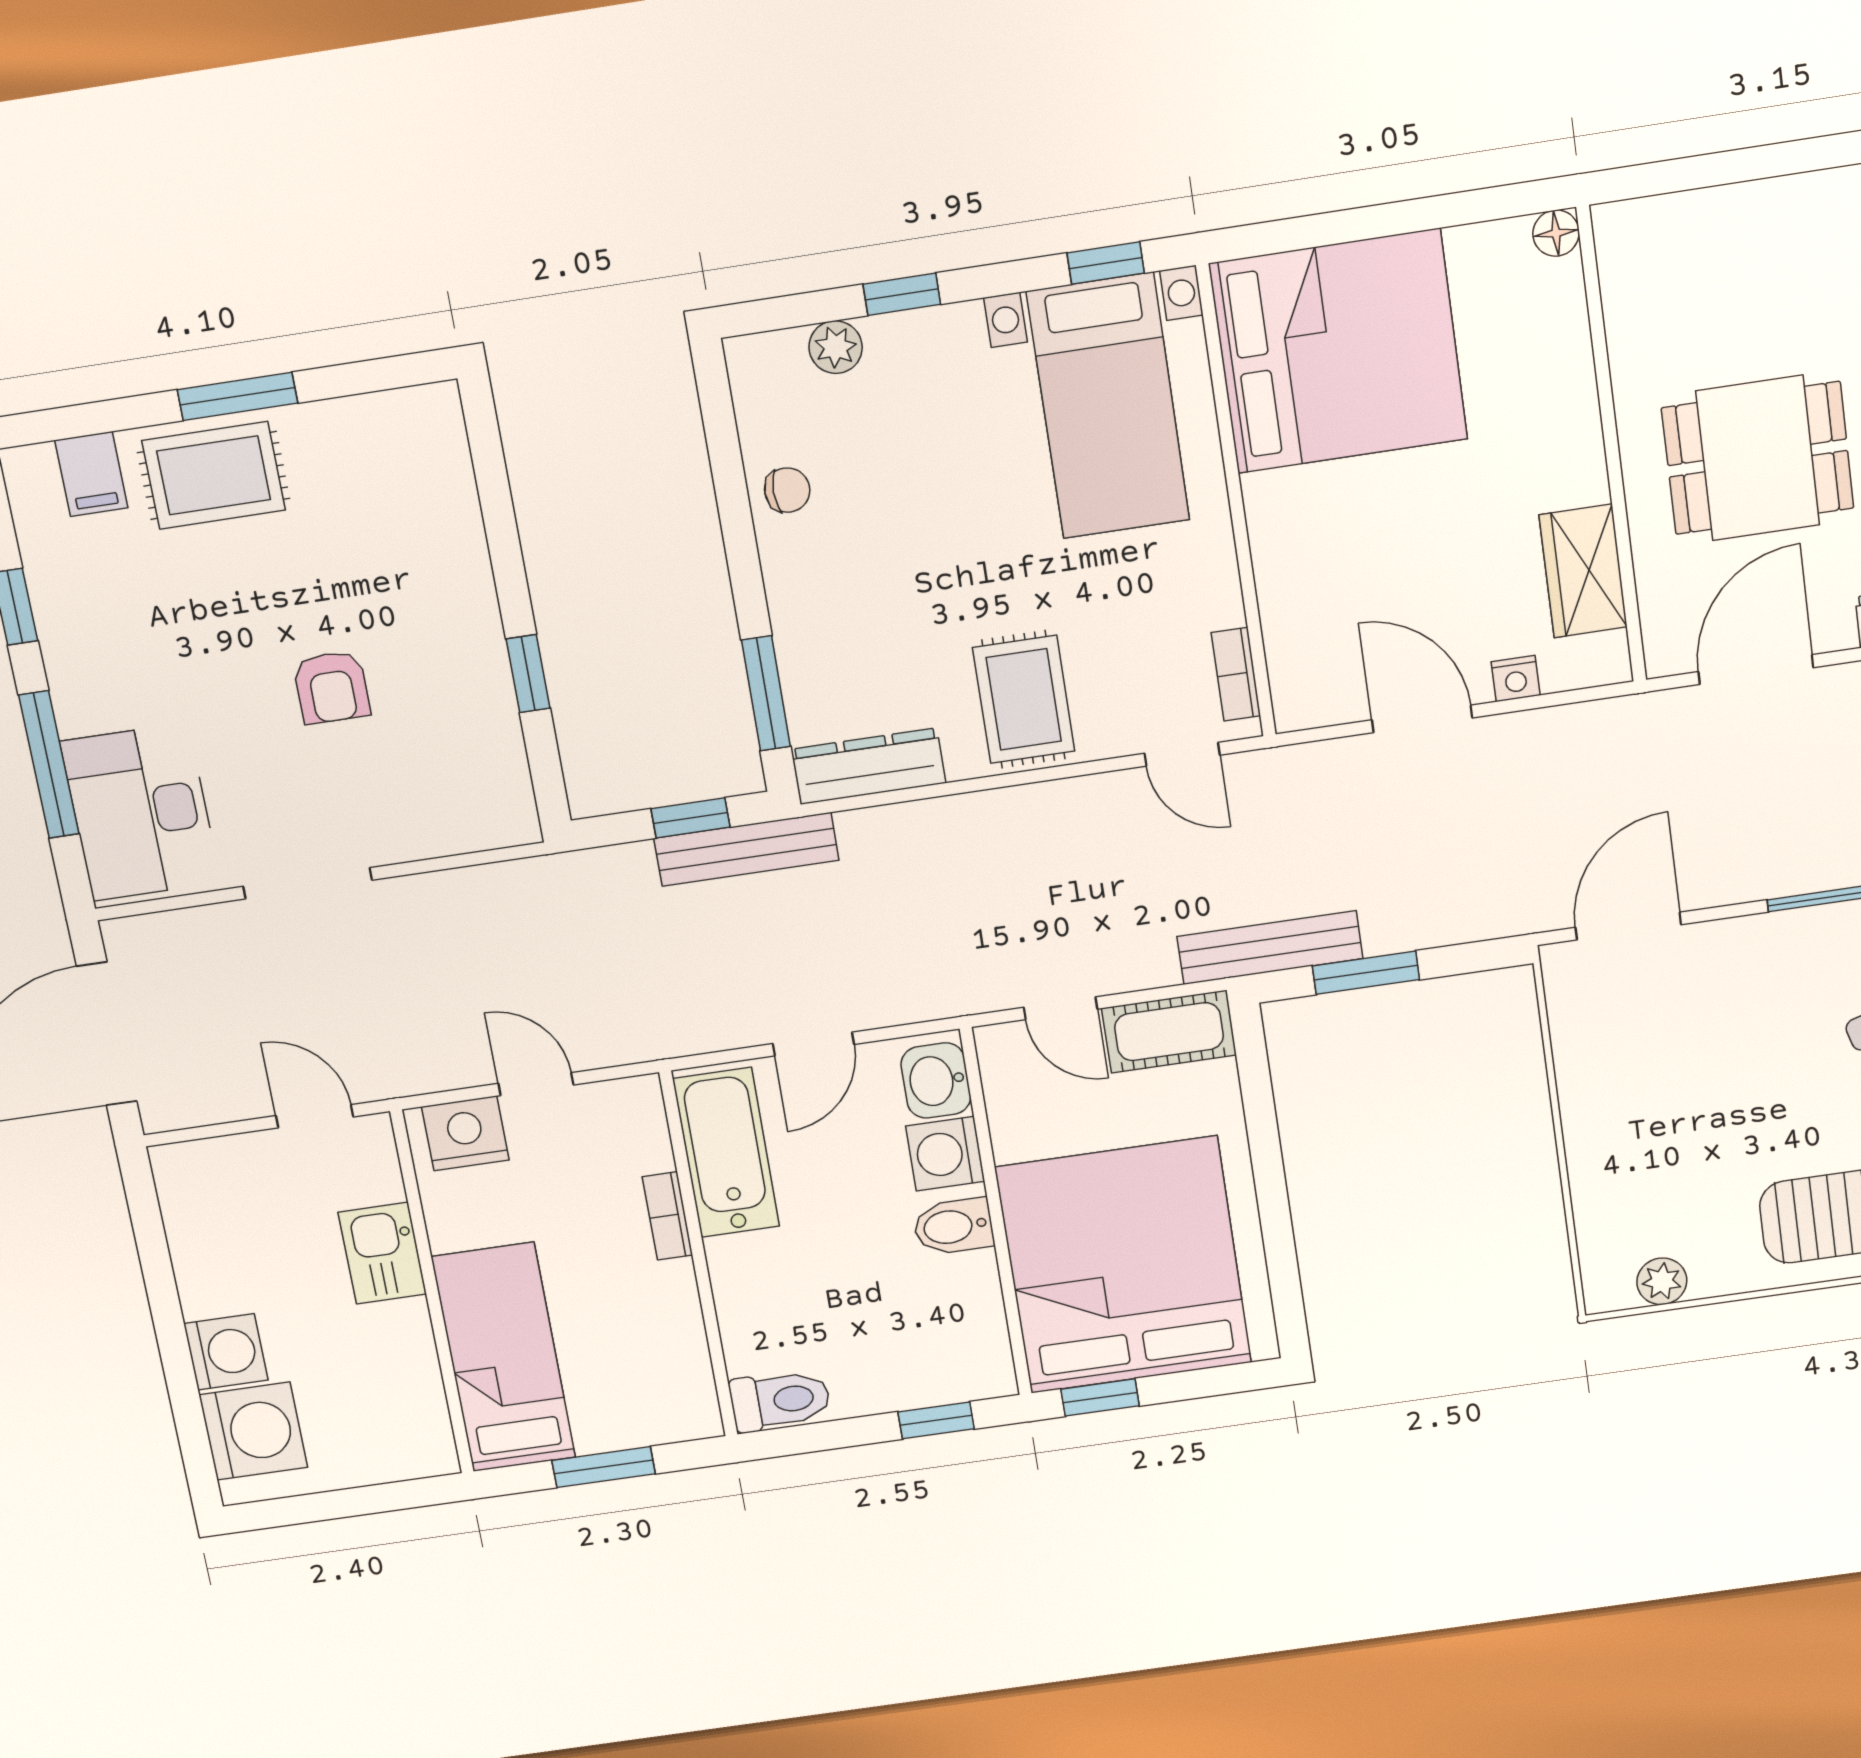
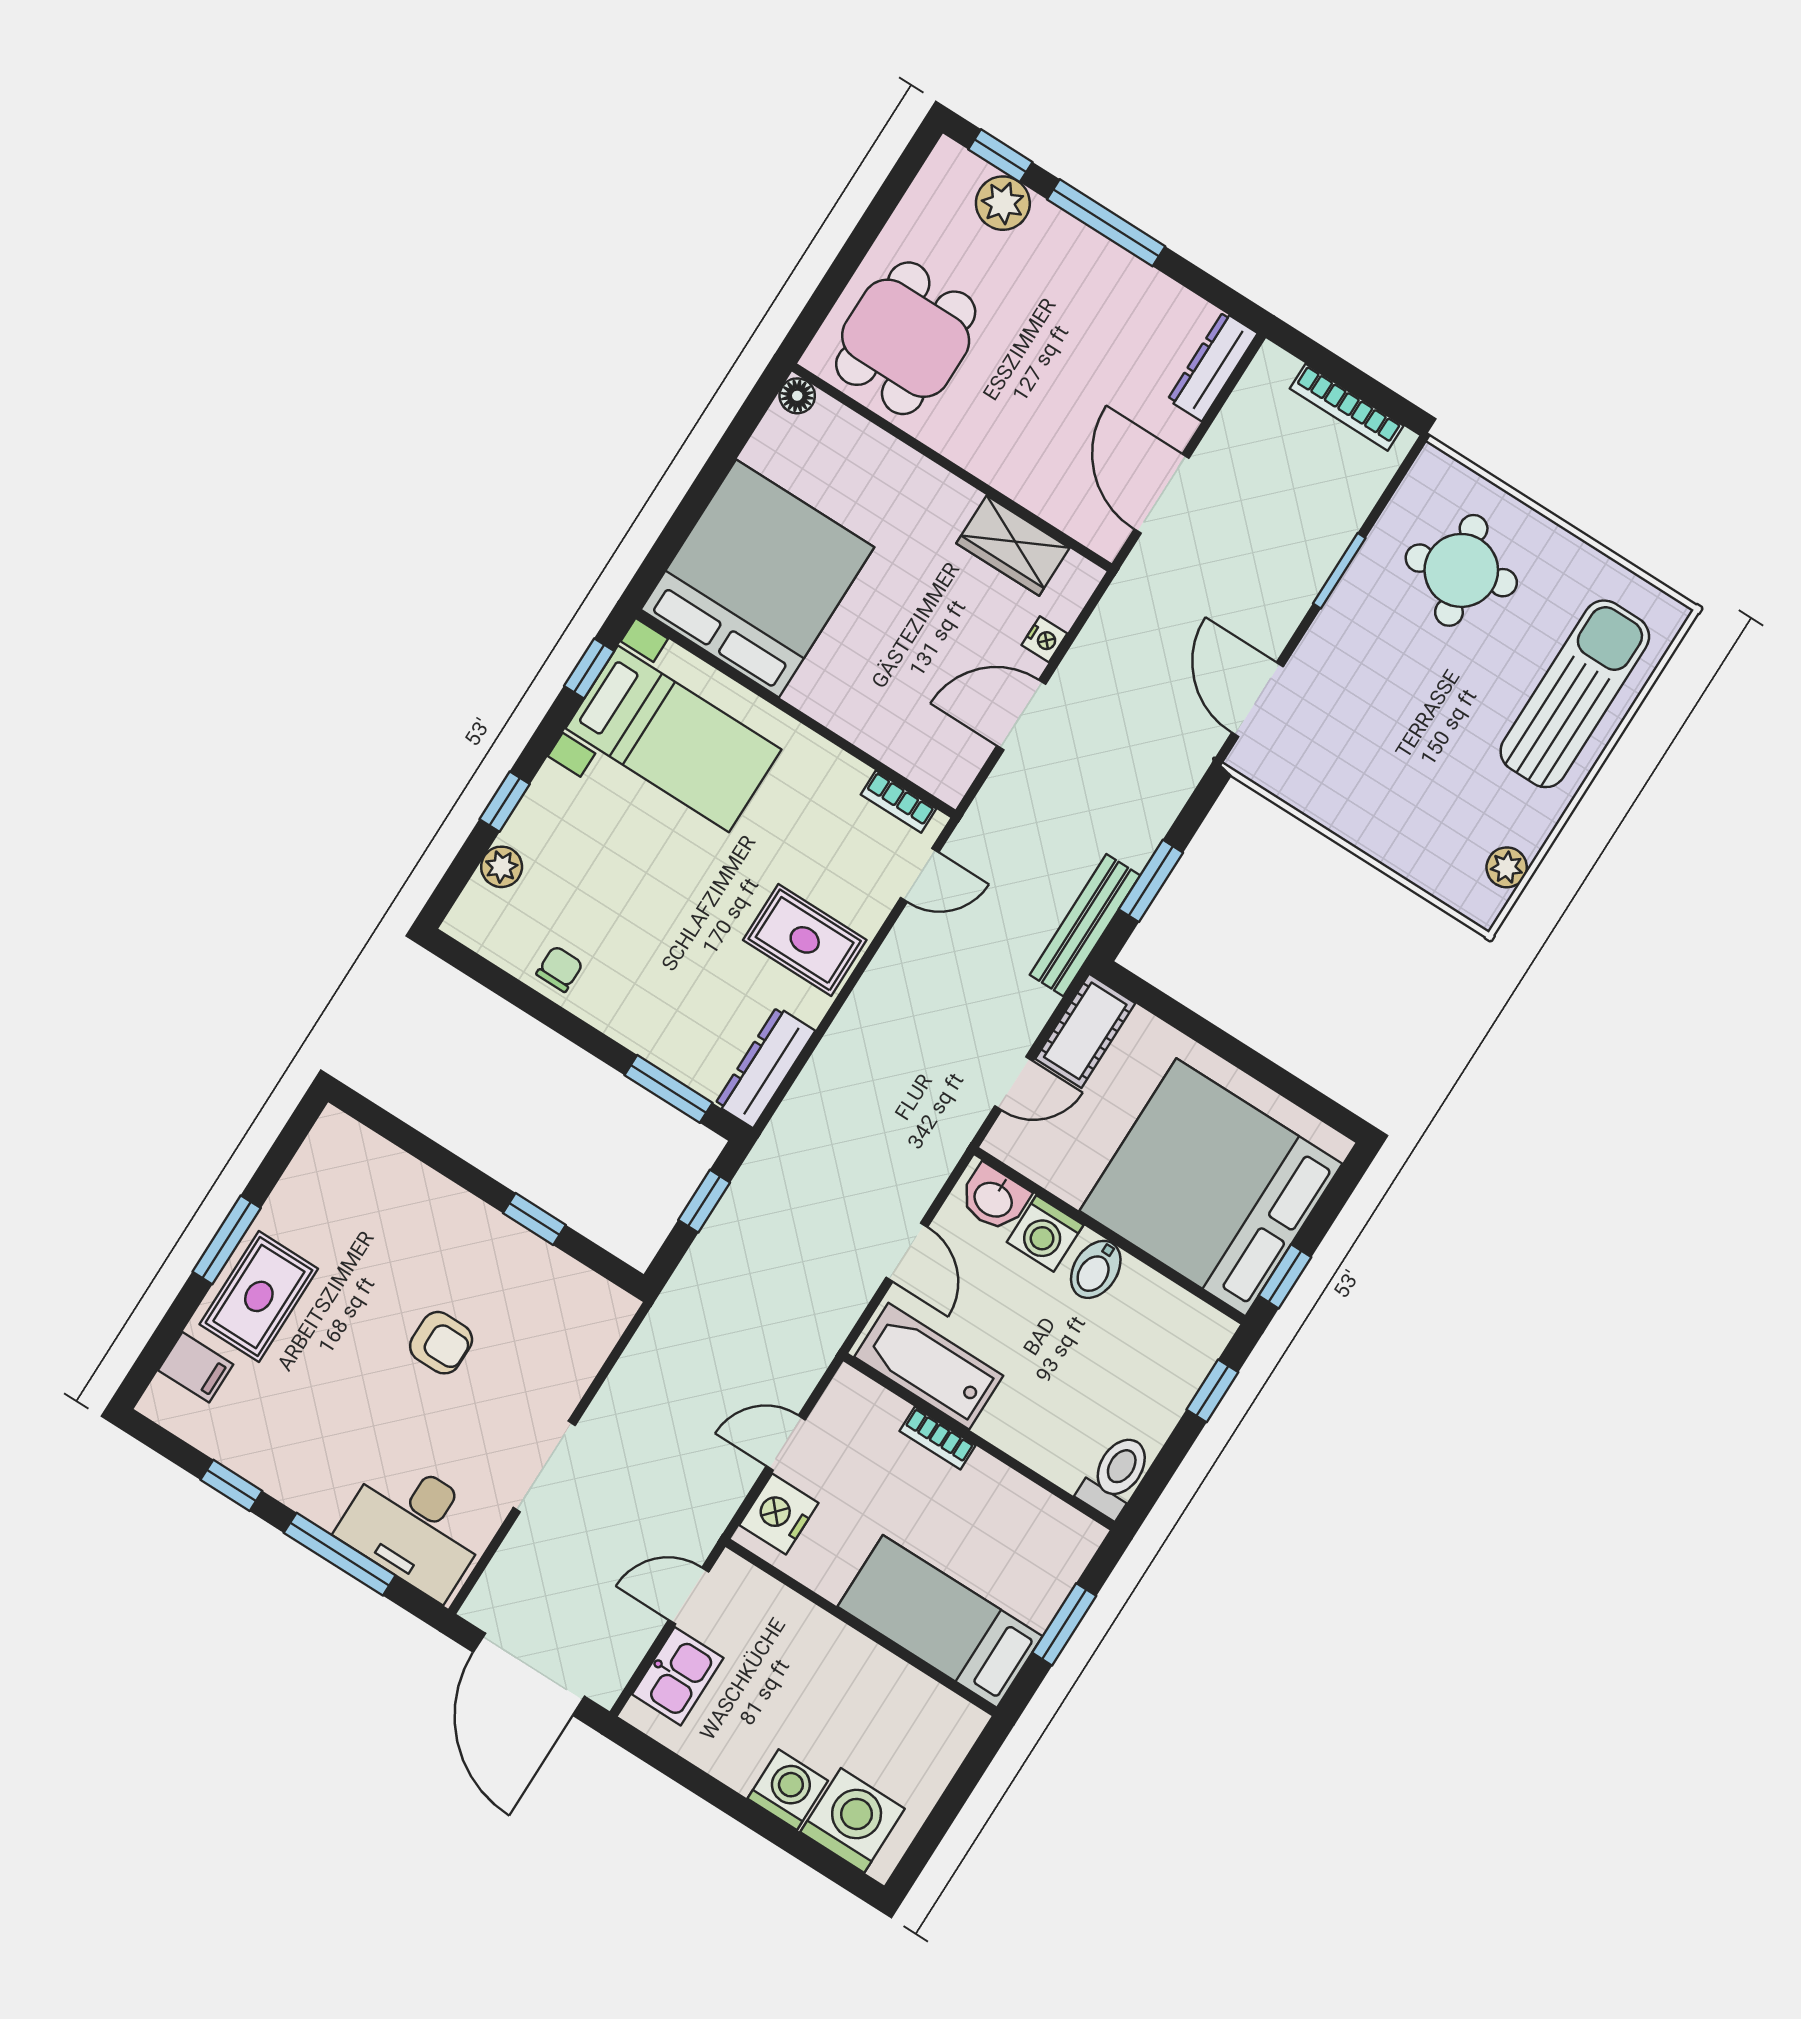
dining table: (1758, 458) -> (906, 338), moved
bench: (746, 849) -> (752, 1185), removed
kitchen sink: (382, 1253) -> (678, 1676), moved, turned -90

